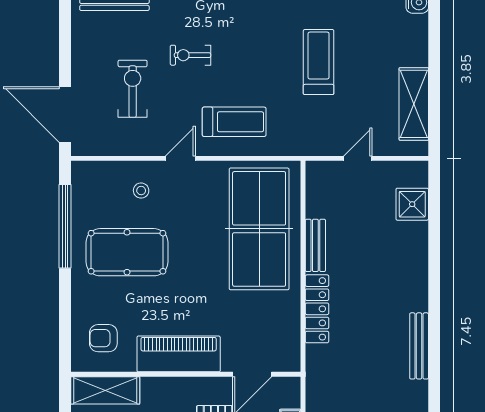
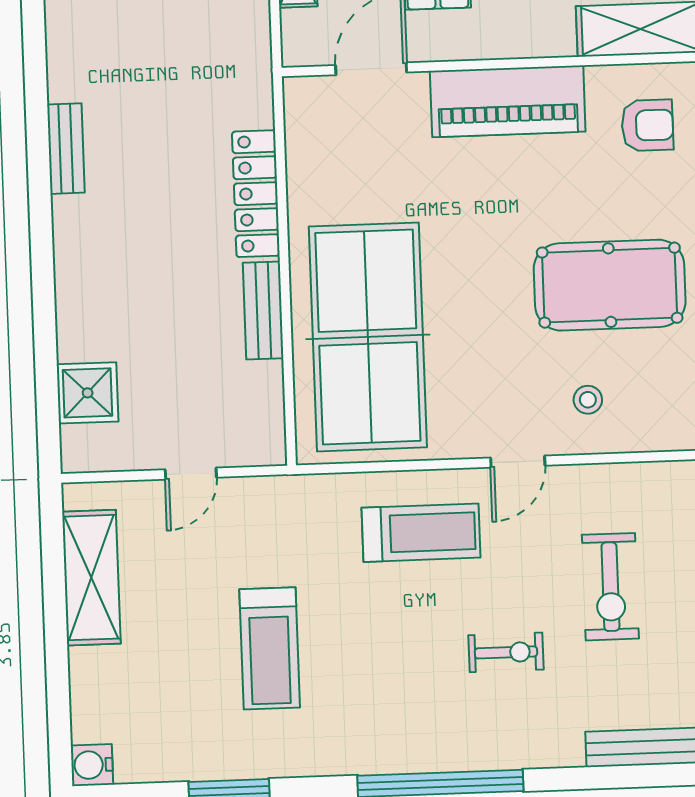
treadmill: (234, 122) -> (421, 533), turned 180
bench: (419, 346) -> (66, 149), width x0.73

